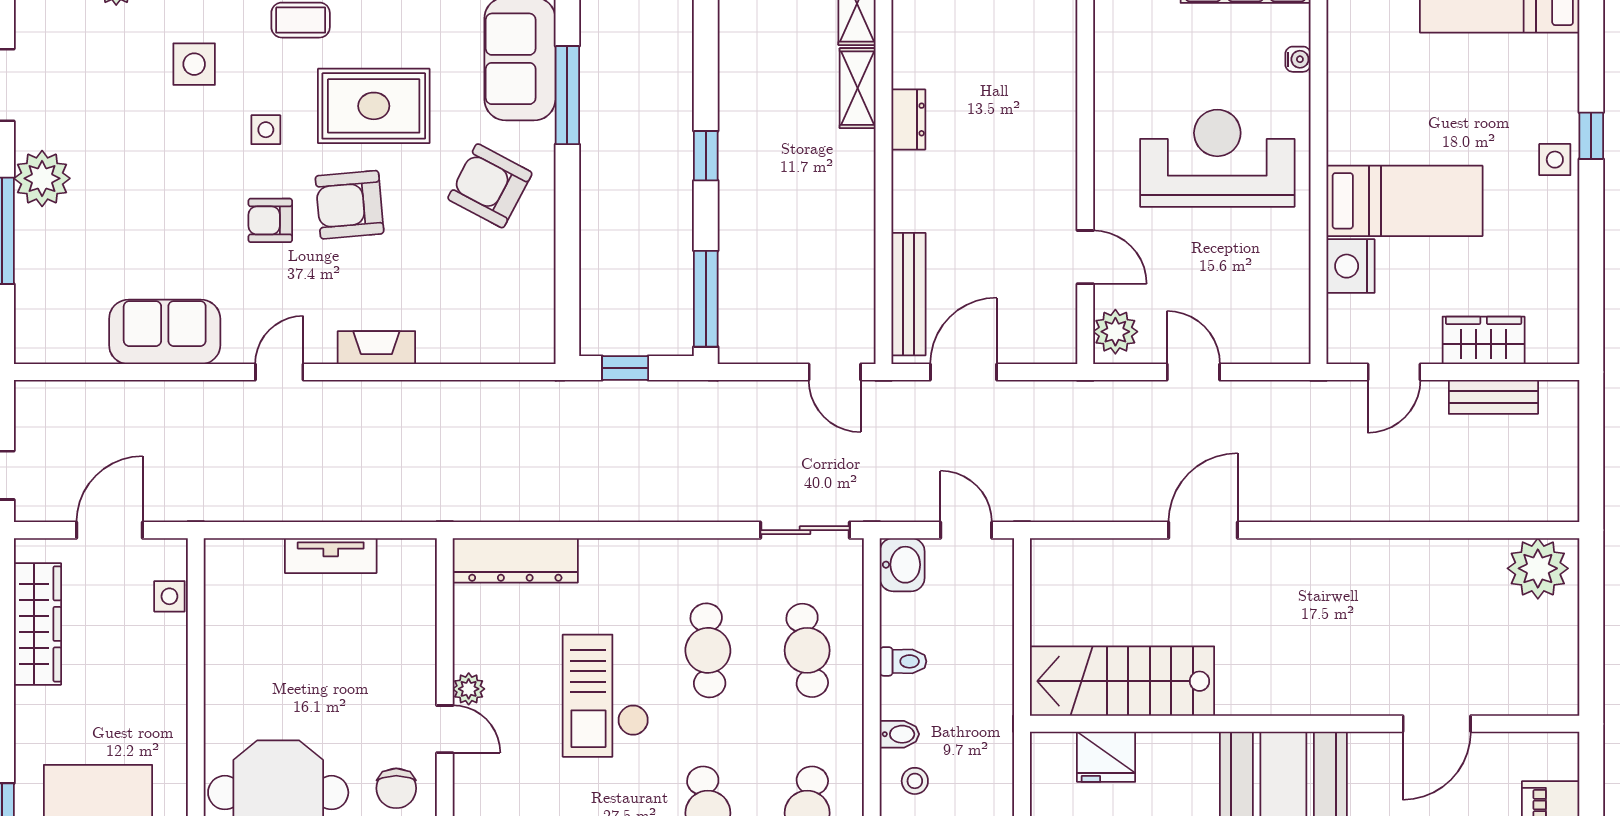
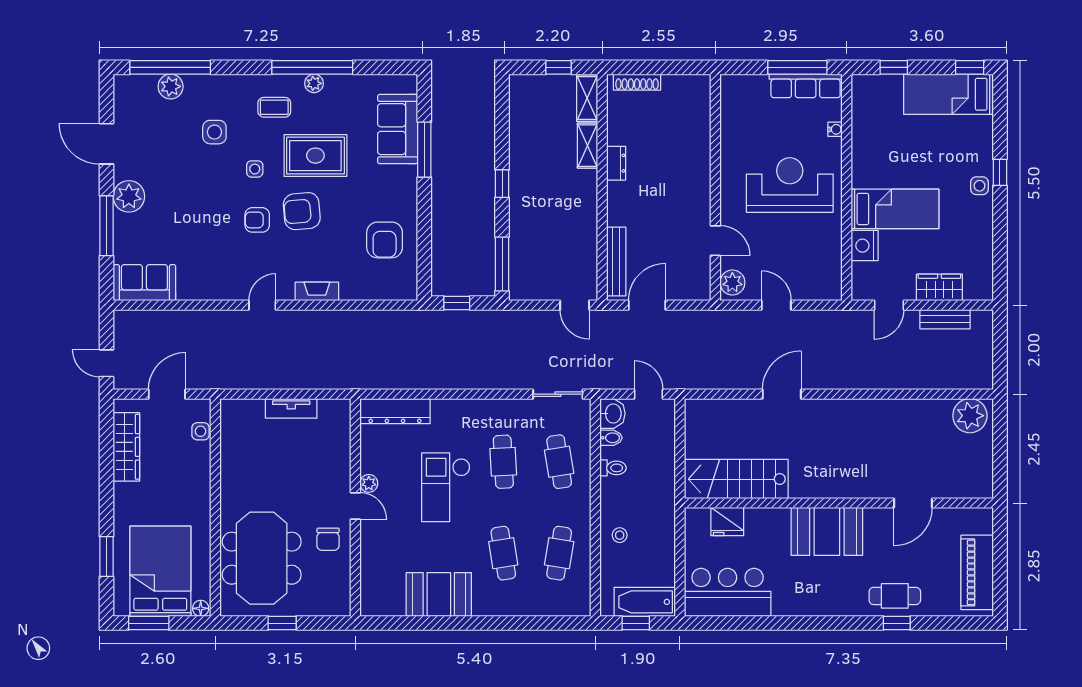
armchair: (490, 186) -> (385, 240), moved, turned -118
sofa: (165, 332) -> (144, 283), moved
bidet: (899, 734) -> (611, 438), moved

